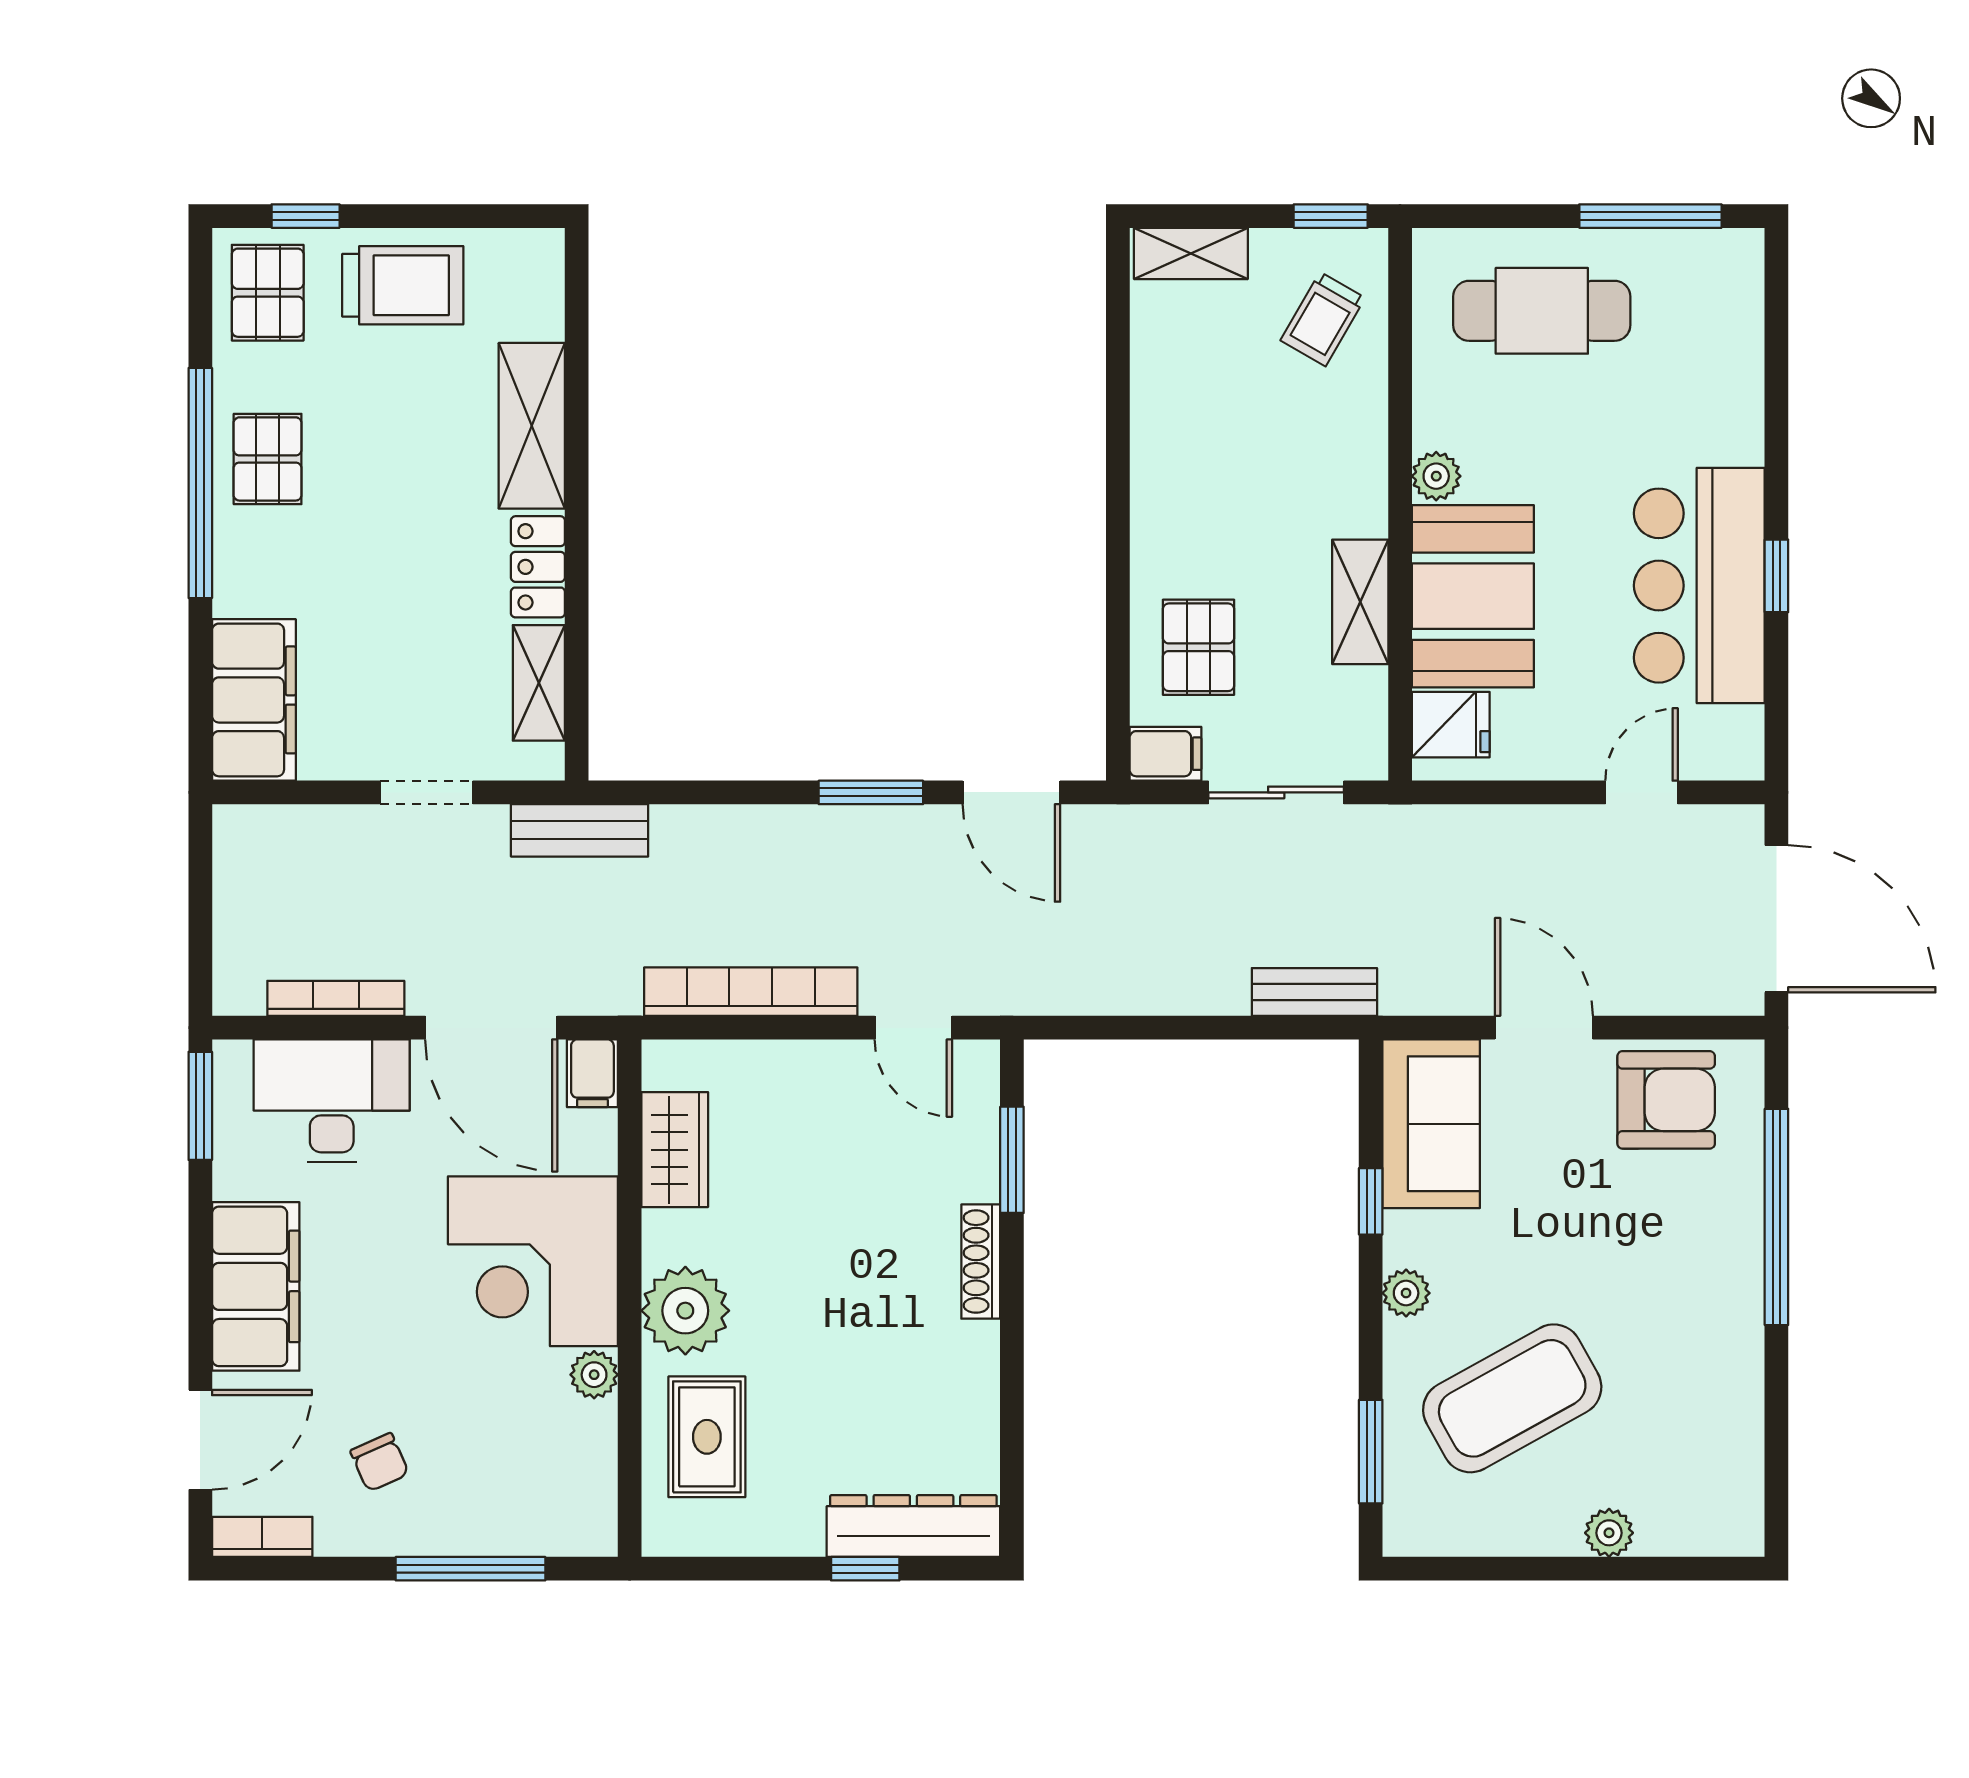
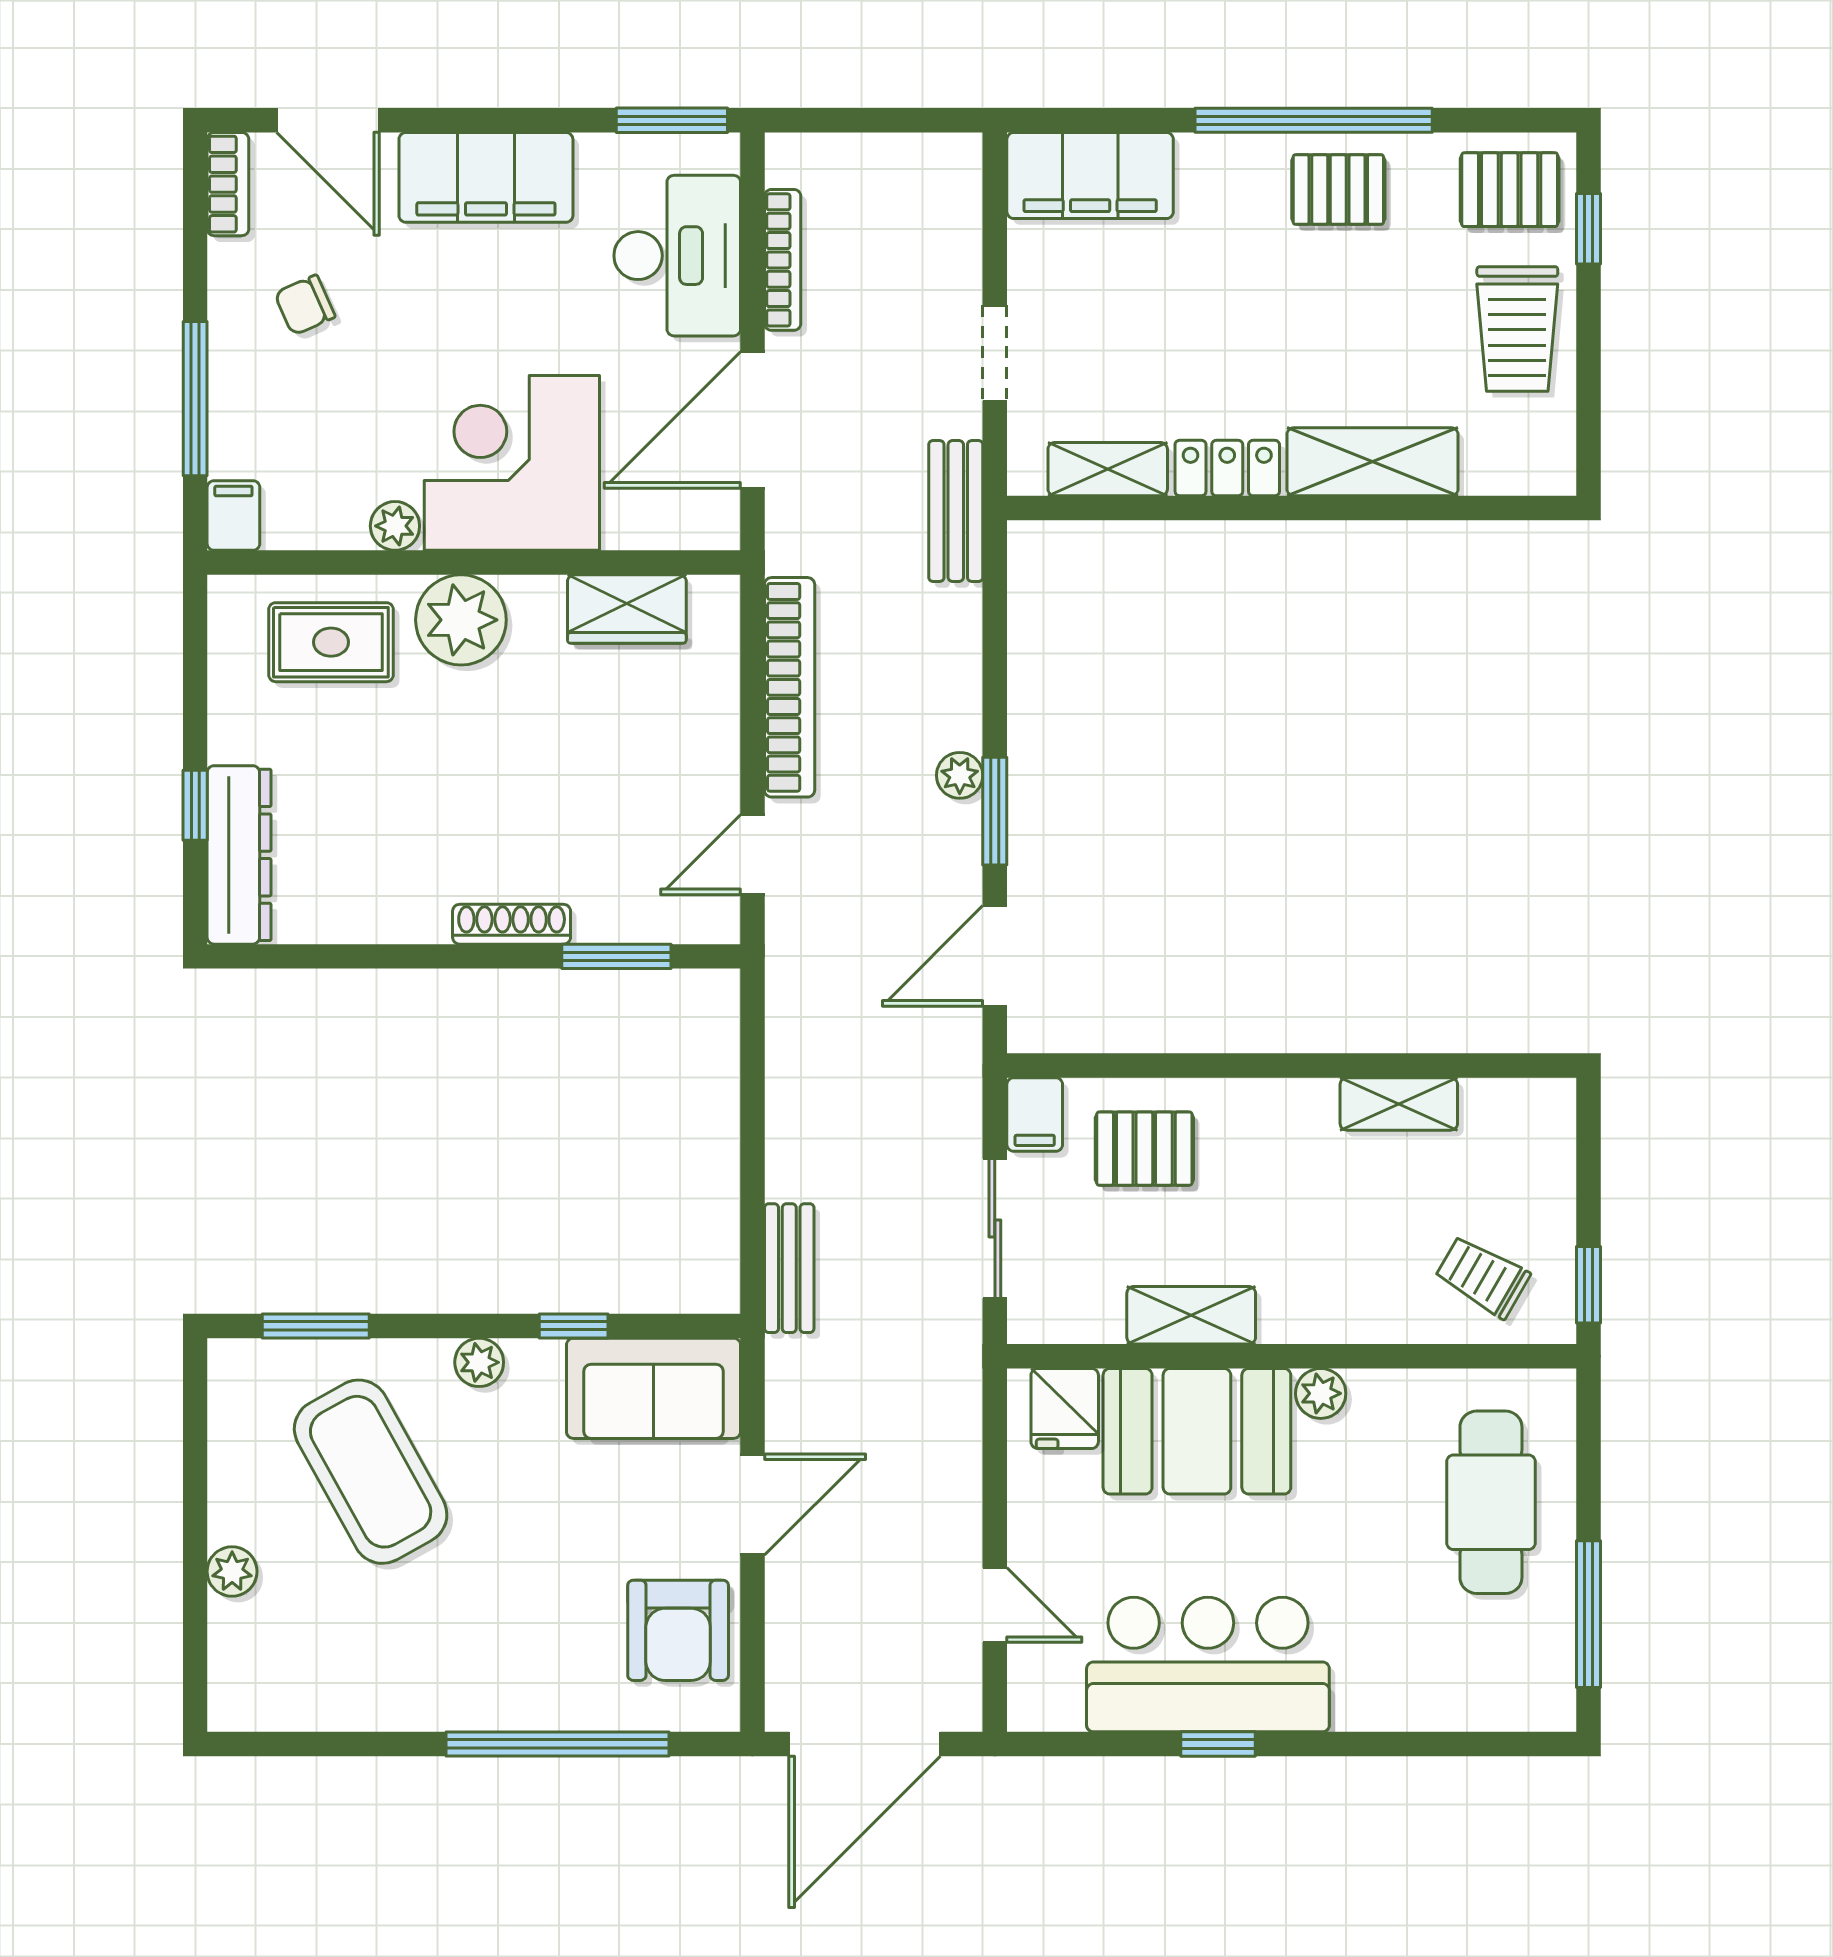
shelving: (1191, 253) -> (1399, 1104), moved, turned 90
plant: (836, 827) -> (960, 775), added
filing cabinet: (592, 1073) -> (233, 515), moved, turned 90

